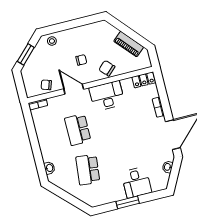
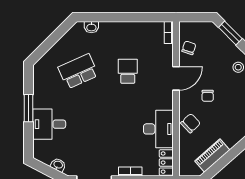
desk: (107, 96) -> (158, 129), moved
school desk: (78, 130) -> (128, 71), width x0.54
school desk: (88, 170) -> (78, 71), turned -30

